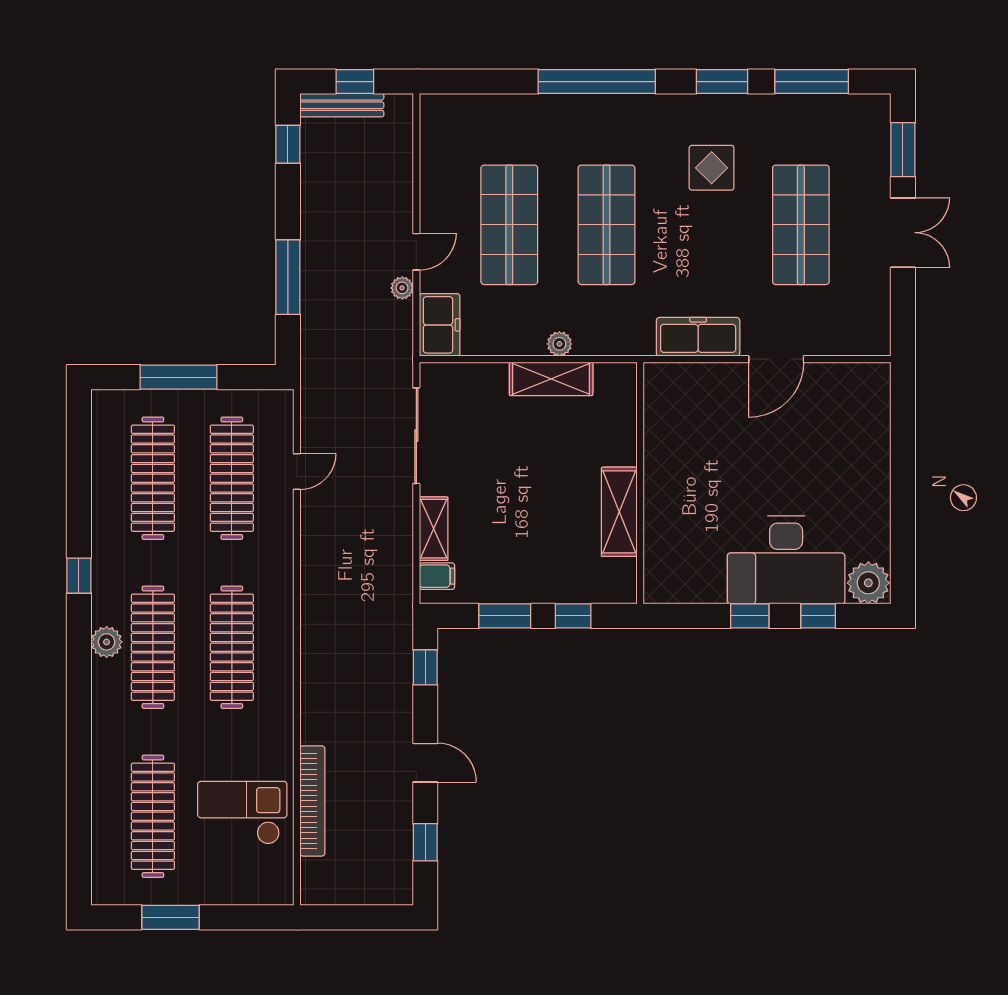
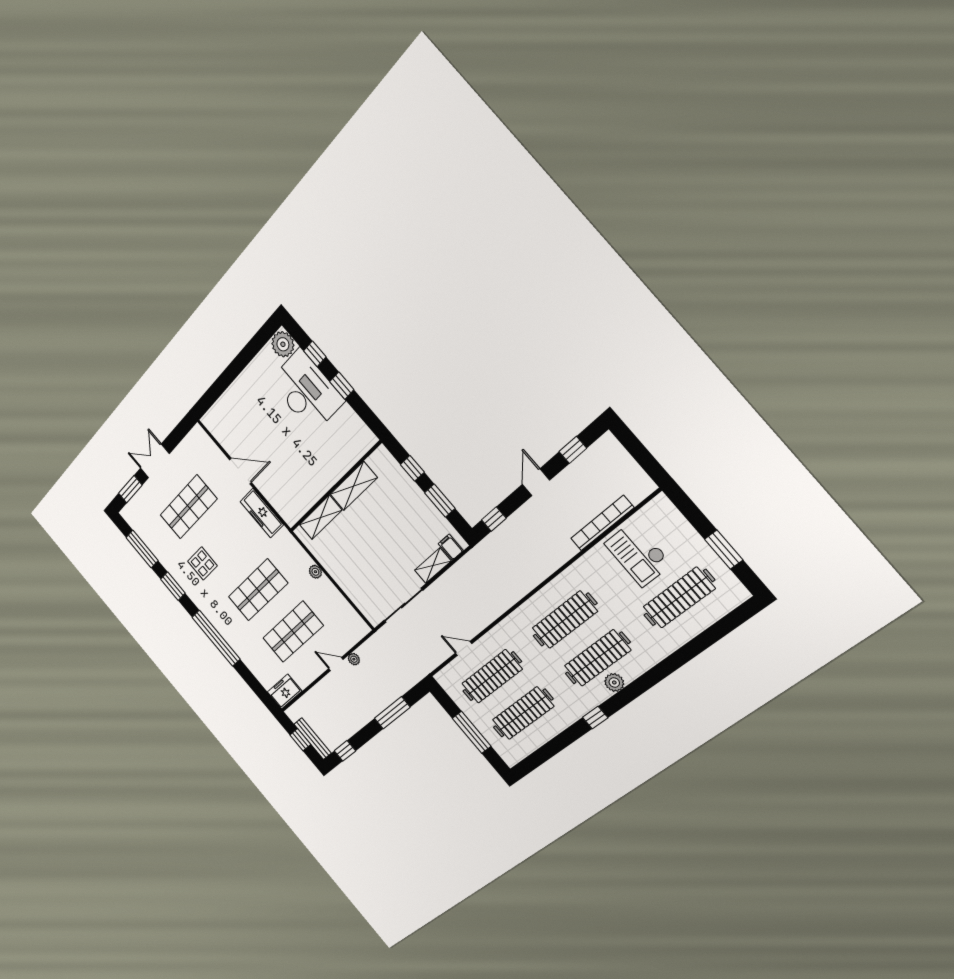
freezer: (440, 325) -> (285, 692), moved
shelving: (551, 379) -> (321, 517), moved, turned 90

